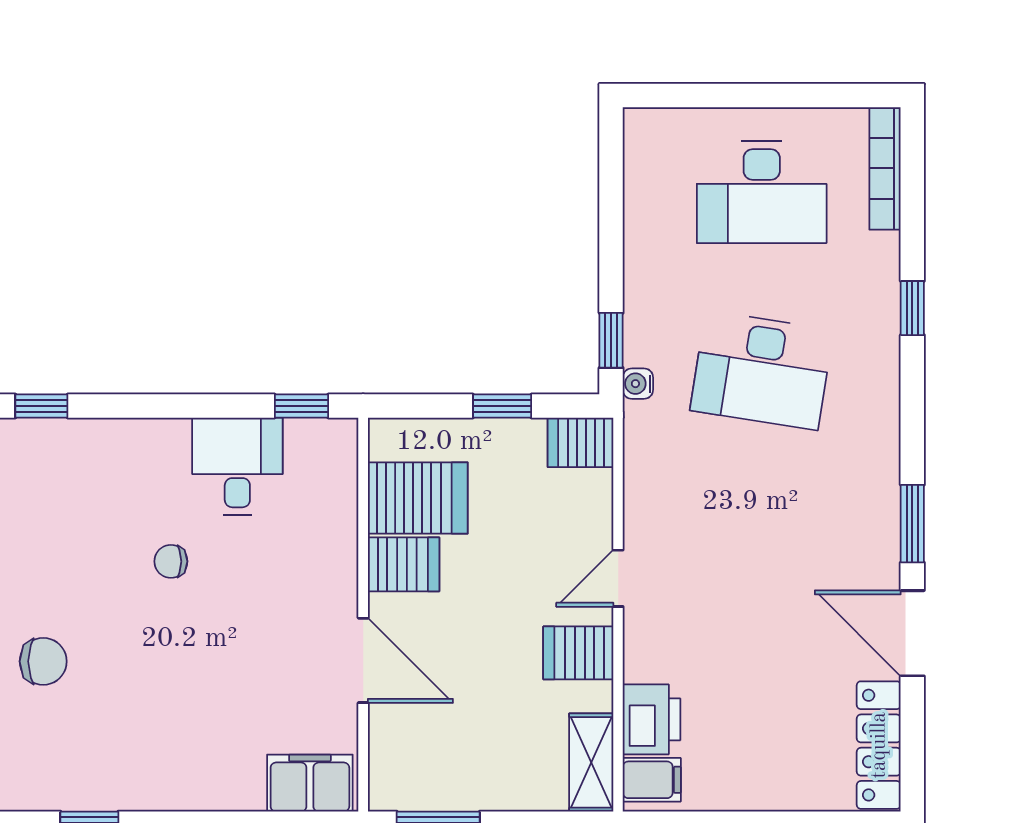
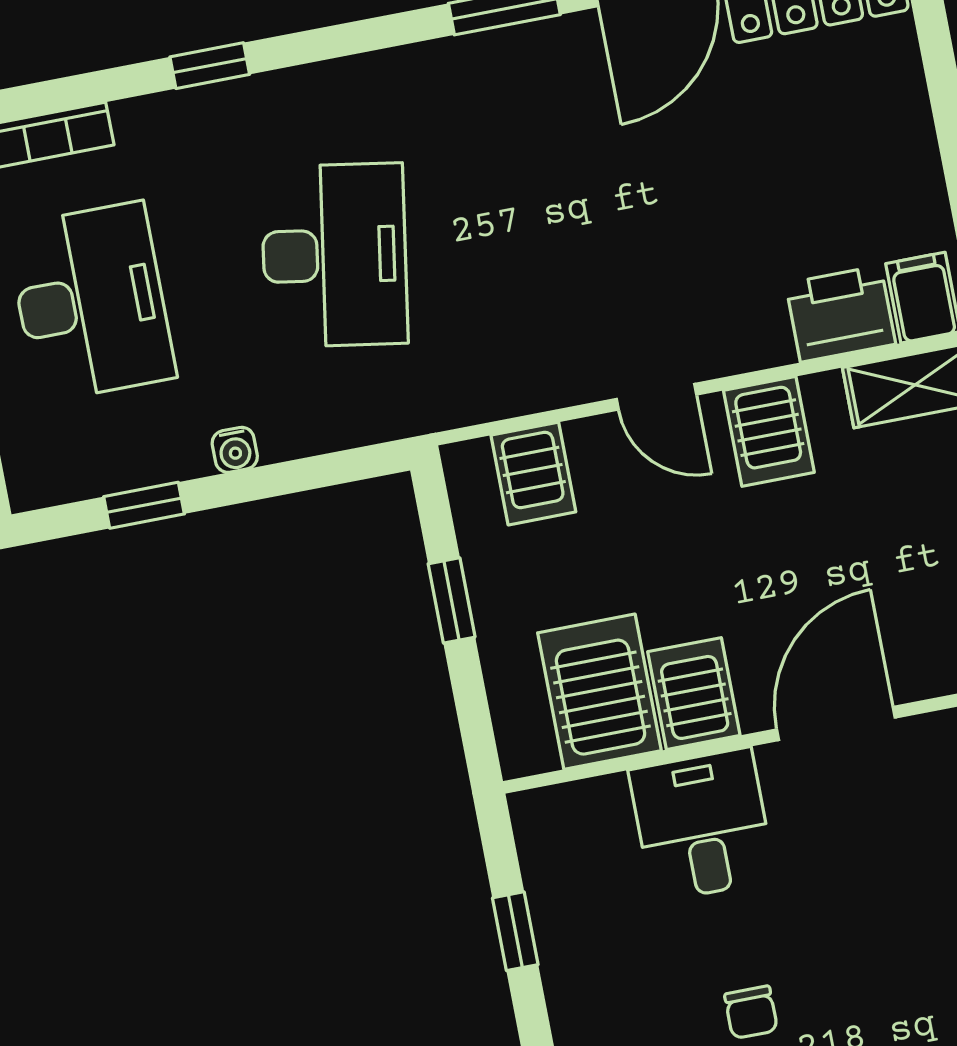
window: (611, 340) -> (144, 505), moved
water cooler: (638, 384) -> (235, 450), moved
window: (301, 406) -> (515, 931), moved
server rack: (581, 442) -> (533, 474), moved
desk: (237, 466) -> (702, 825), moved, turned 90

